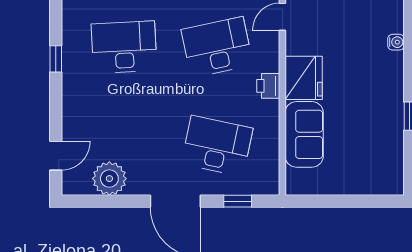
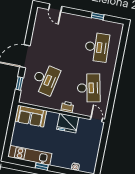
sofa: (304, 134) -> (31, 116), moved
kitchen unit: (391, 148) -> (30, 155), added
plant: (109, 179) -> (41, 29), removed

